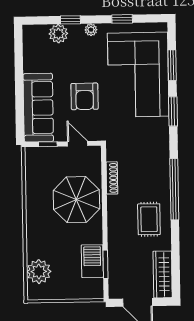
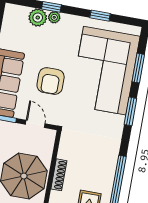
plant: (91, 30) -> (54, 17), moved
shoe rack: (112, 178) -> (59, 175), moved

